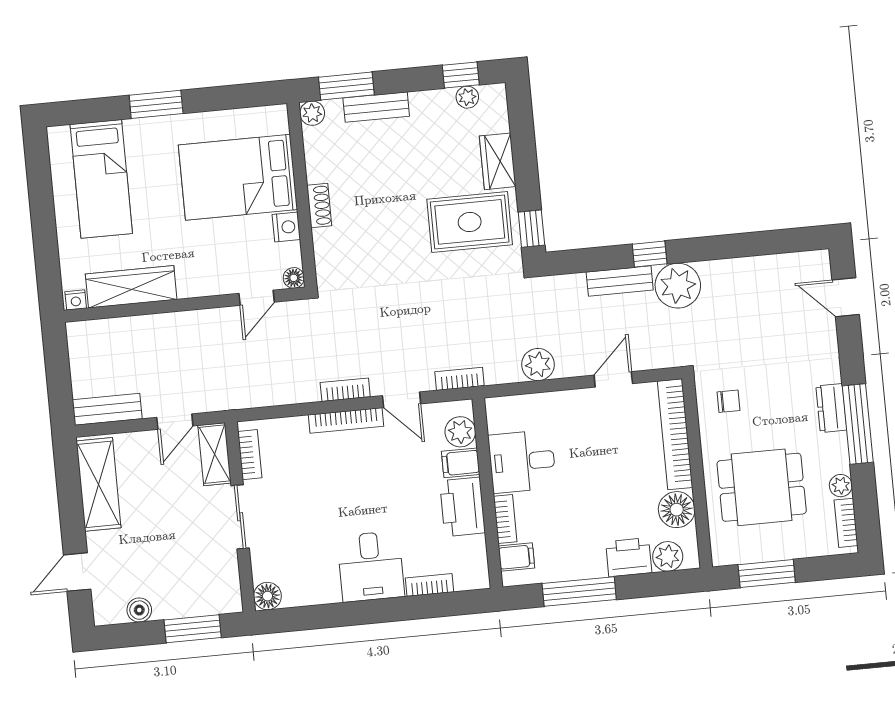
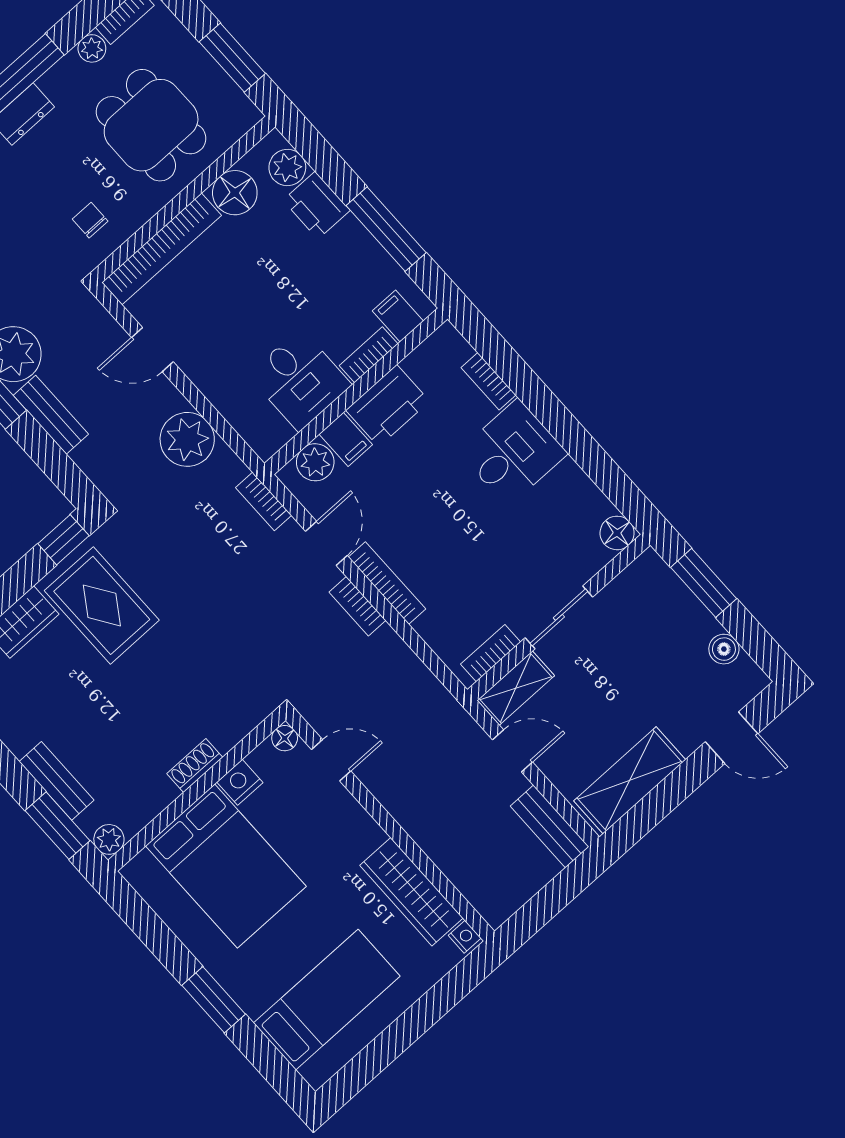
plant: (538, 365) -> (187, 439), width x1.36, depth x1.36

